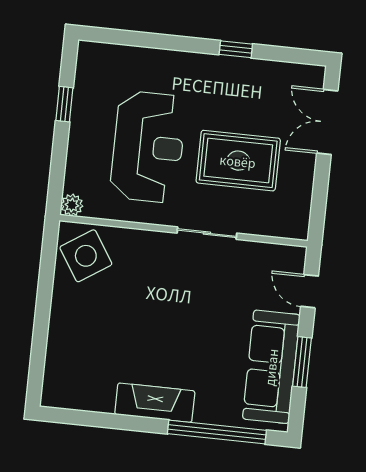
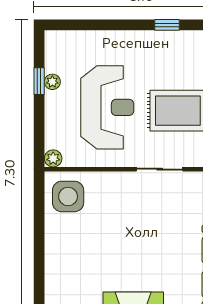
plant: (81, 107) -> (52, 82), added
side table: (86, 256) -> (68, 196), turned 33

